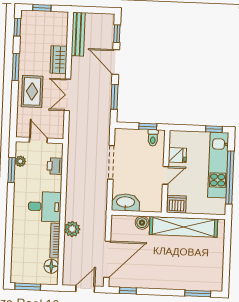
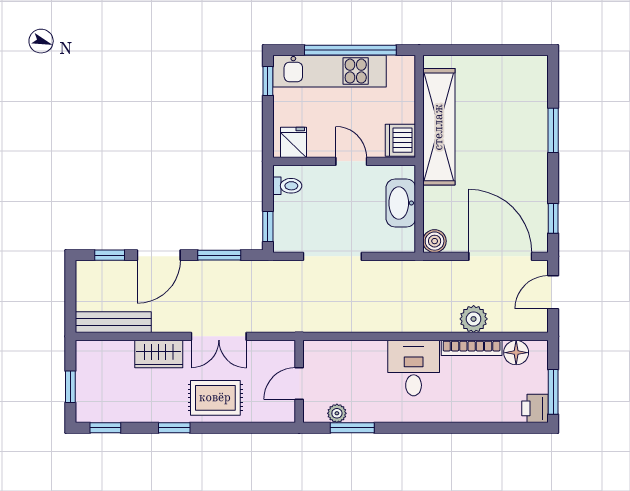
window: (16, 67) -> (174, 428), width x0.67
window: (148, 126) -> (268, 226), moved
fridge: (177, 155) -> (294, 142), moved
printer: (55, 166) -> (535, 408), moved, turned 90
washbasin: (125, 202) -> (401, 203), moved
boiler: (142, 223) -> (435, 241), moved
plant: (72, 229) -> (474, 319), moved
door: (85, 289) -> (553, 292), hinge flipped
window: (198, 293) -> (553, 130), moved

